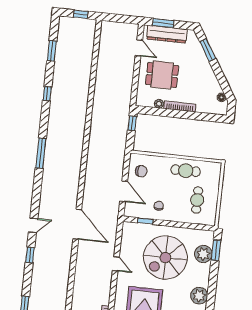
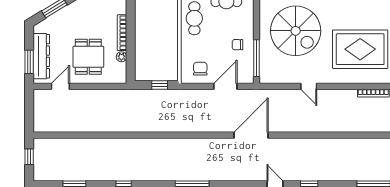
window: (132, 123) -> (160, 85), moved
window: (145, 221) -> (257, 58), width x2.17
door: (77, 224) -> (251, 135), moved
door: (116, 264) -> (309, 86), swing flipped

